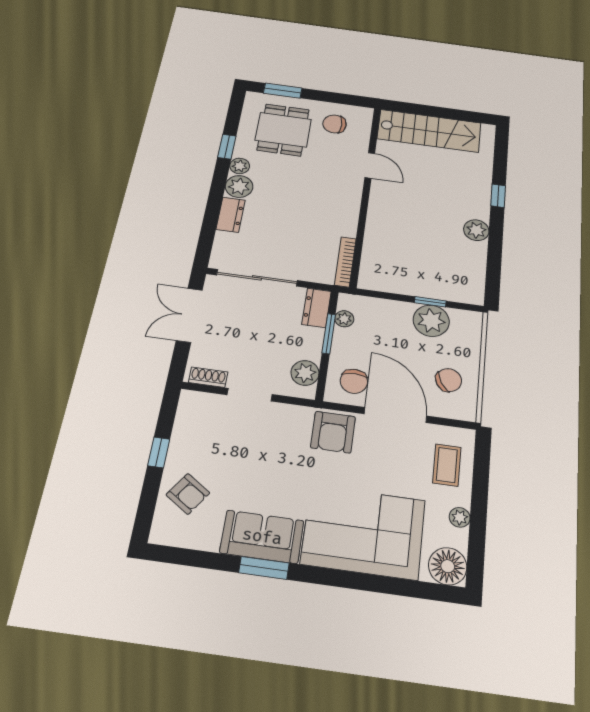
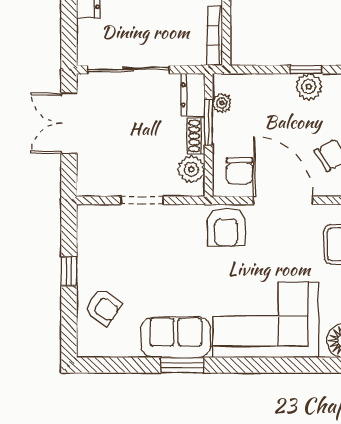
plant: (431, 321) -> (309, 87), width x0.73, depth x0.73
shoe rack: (208, 377) -> (196, 136), moved, turned -90

